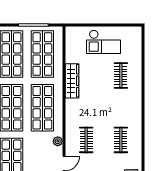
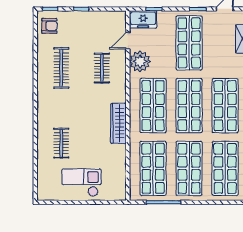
wardrobe: (72, 81) -> (118, 123), moved
clothes rail: (121, 140) -> (61, 68), width x1.36
plant: (58, 141) -> (140, 61), width x1.87, depth x1.87

